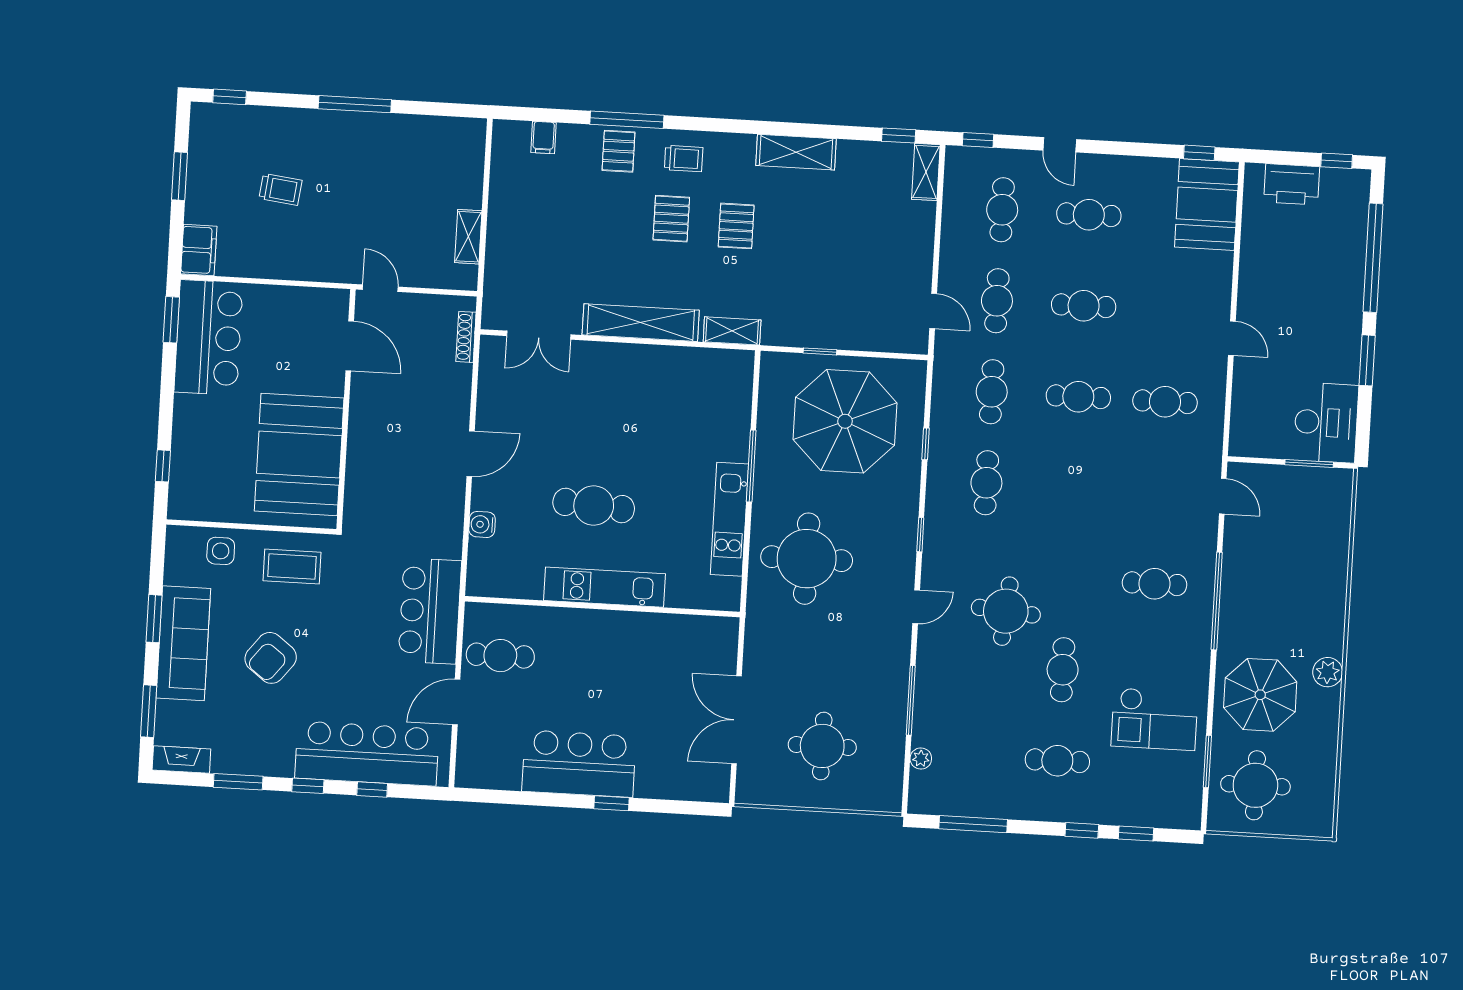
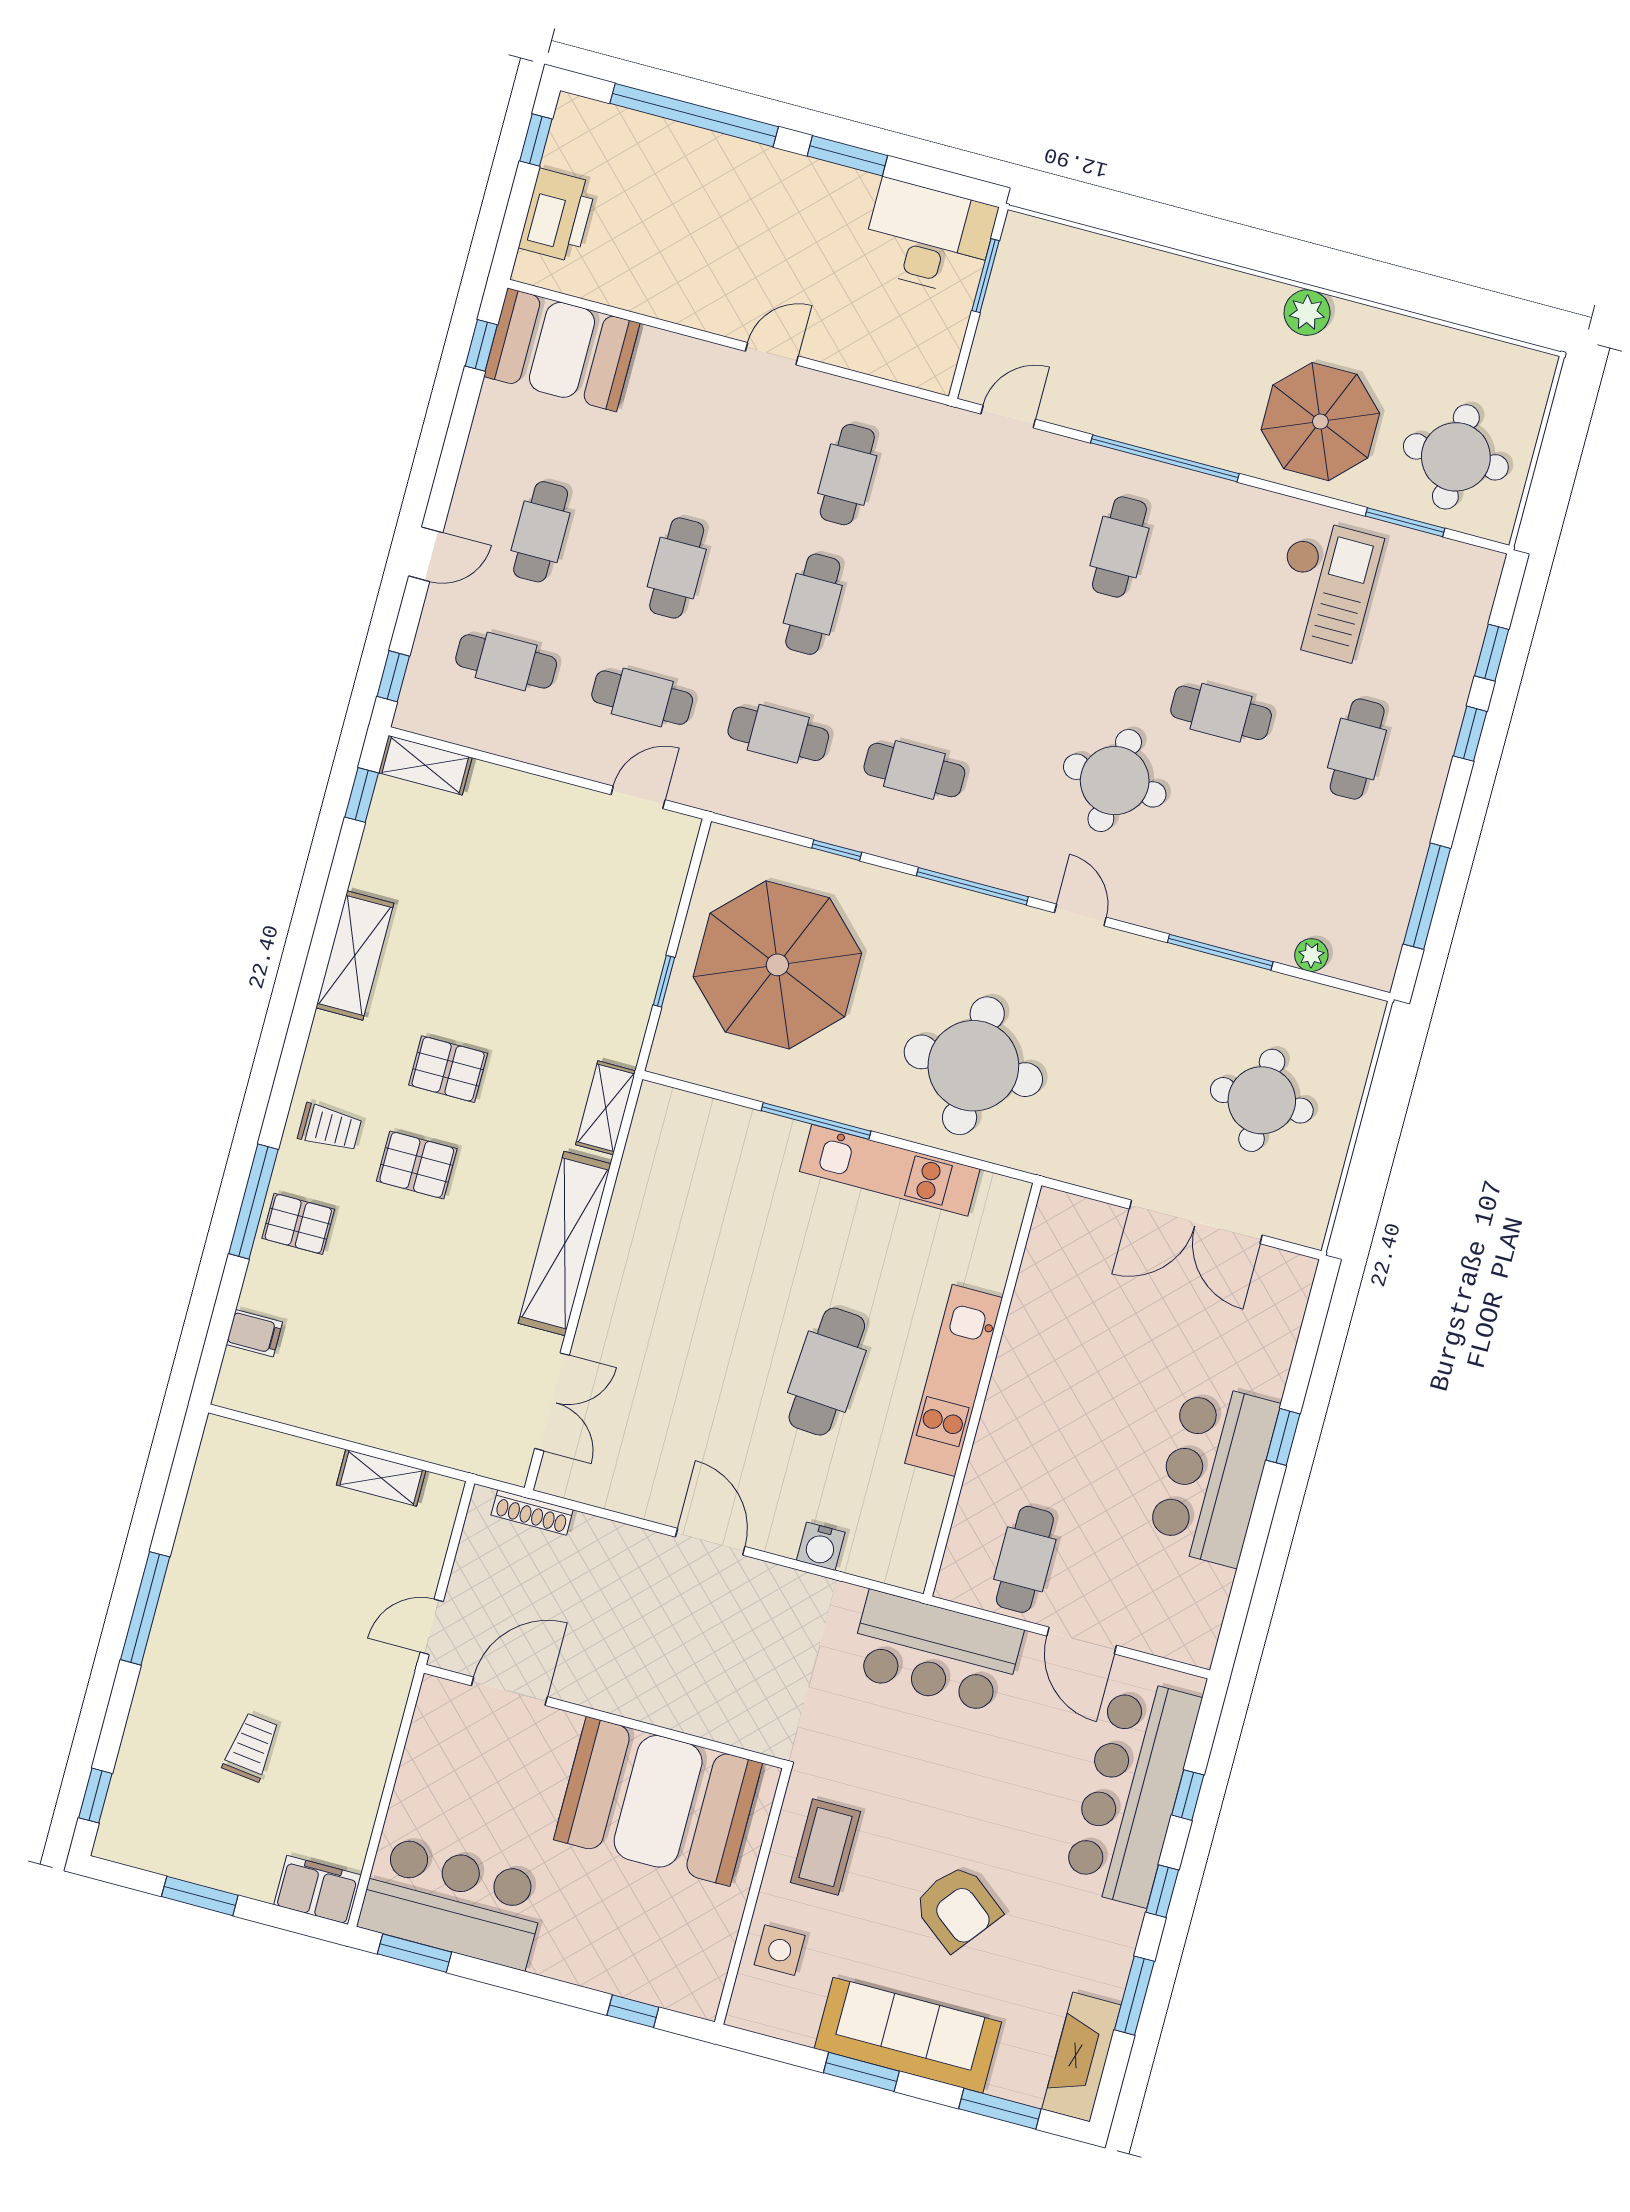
trolley: (684, 159) -> (330, 1128), turned 90
window: (920, 535) -> (972, 886), width x2.17
fireplace: (181, 759) -> (1081, 2057), width x1.37, depth x1.32

